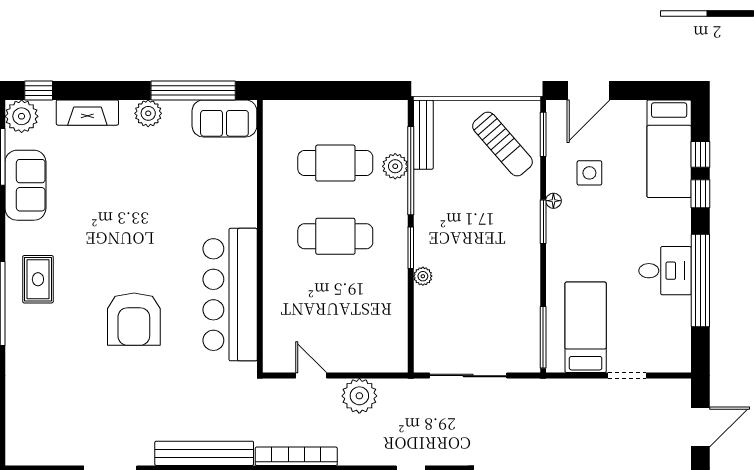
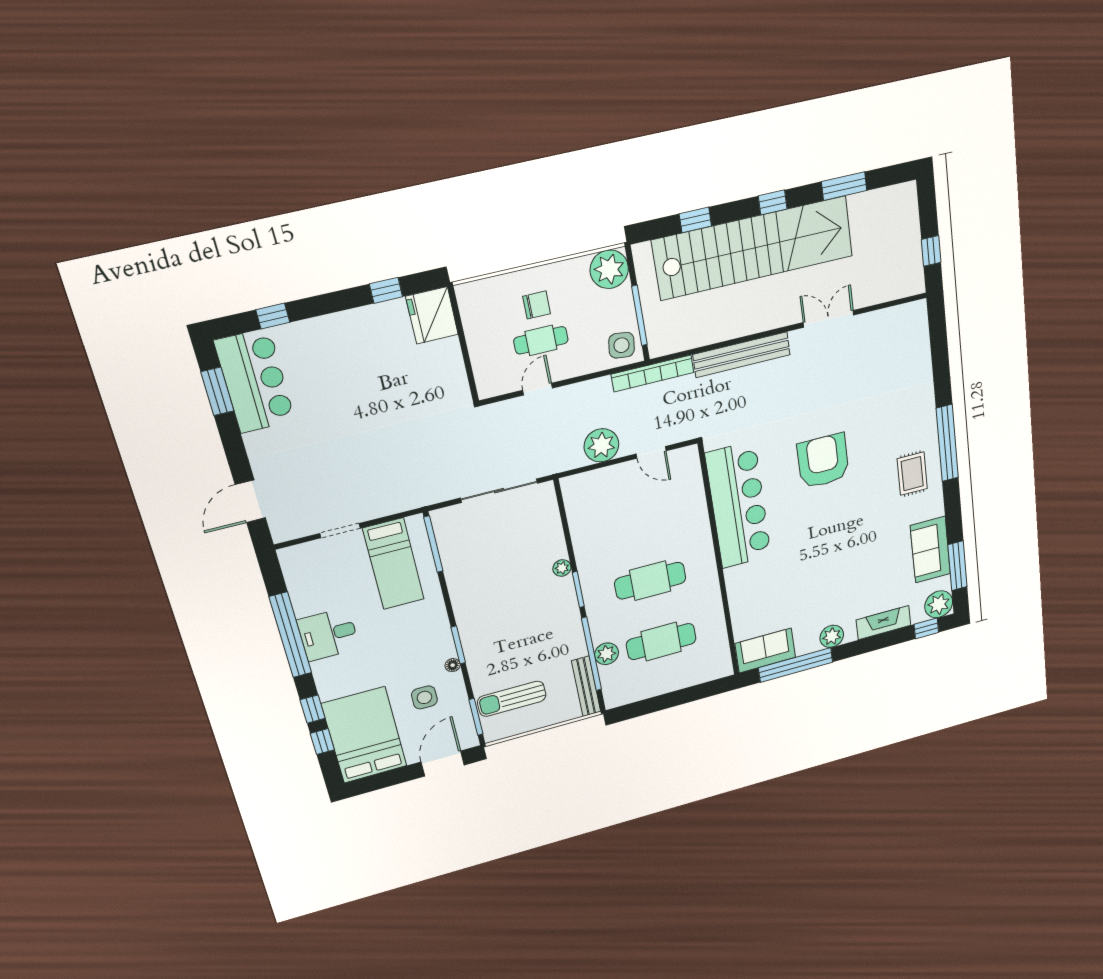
sun lounger: (502, 144) -> (512, 699), turned -49
bed: (669, 149) -> (364, 735), width x1.50

